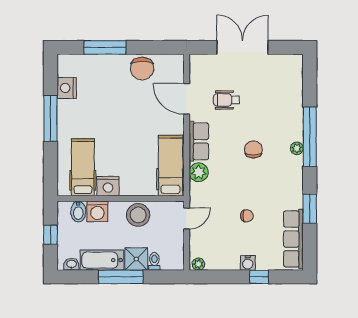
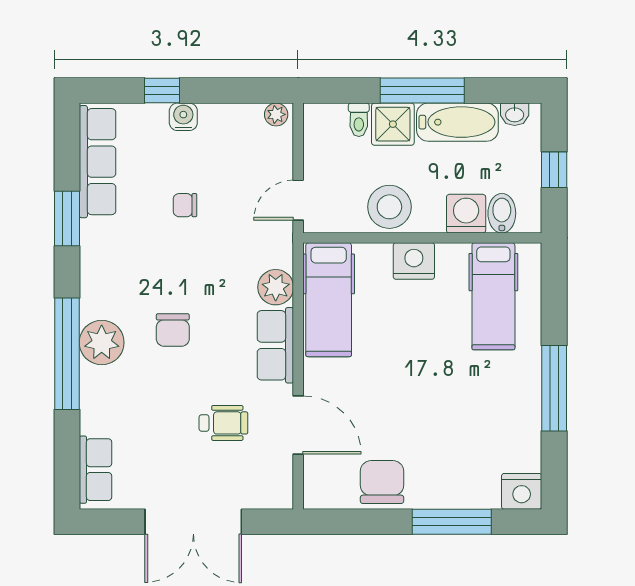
row of seats: (294, 75) -> (96, 470), added
nightstand: (67, 88) -> (522, 491), moved, turned 90
plant: (297, 148) -> (102, 343), width x1.87, depth x1.87
nightstand: (108, 186) -> (414, 261), moved

